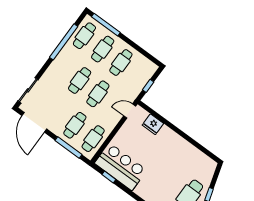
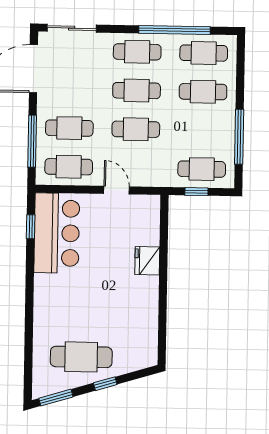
window: (106, 25) -> (239, 137), moved
cafe table: (121, 62) -> (202, 169), moved
cafe table: (61, 67) -> (137, 52), added
door: (130, 111) -> (116, 190), moved
fridge: (153, 124) -> (147, 261), moved

